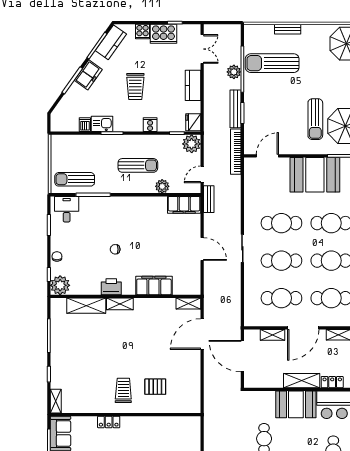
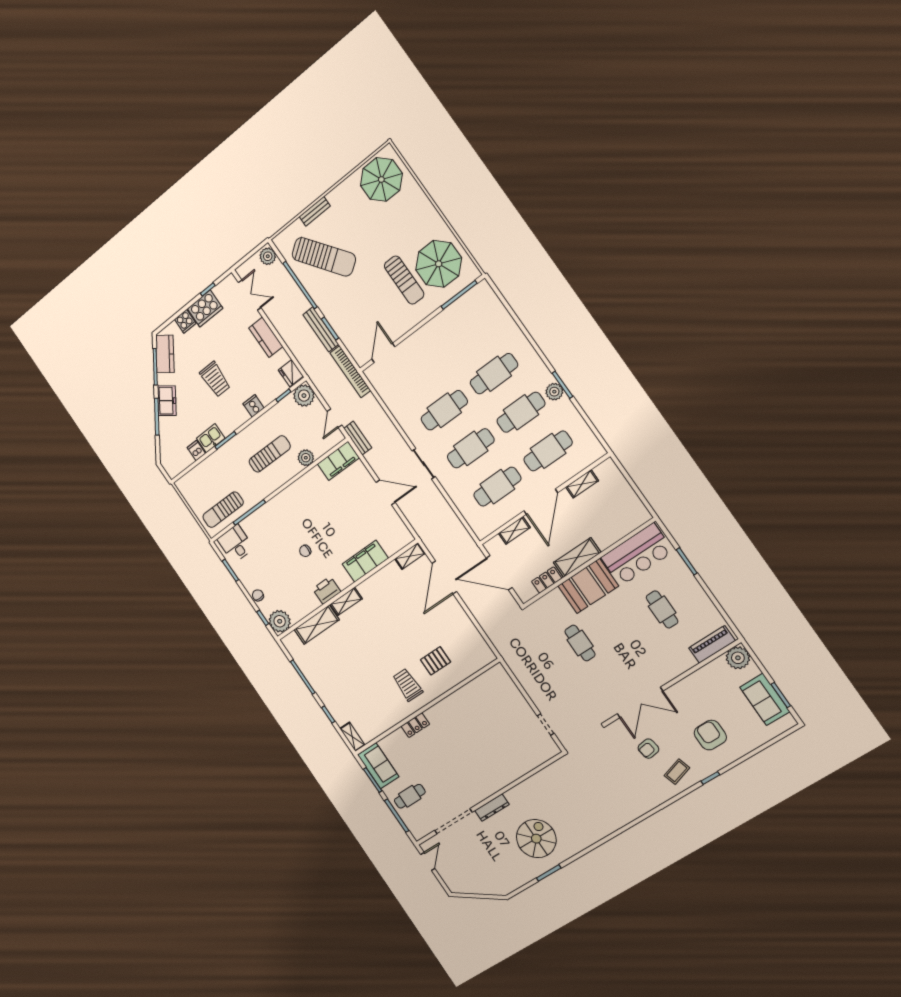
sun lounger: (272, 63) -> (324, 257), turned -126
plant: (234, 72) -> (268, 256), moved
booth: (315, 175) -> (443, 337), removed
locker: (332, 382) -> (547, 580), moved

